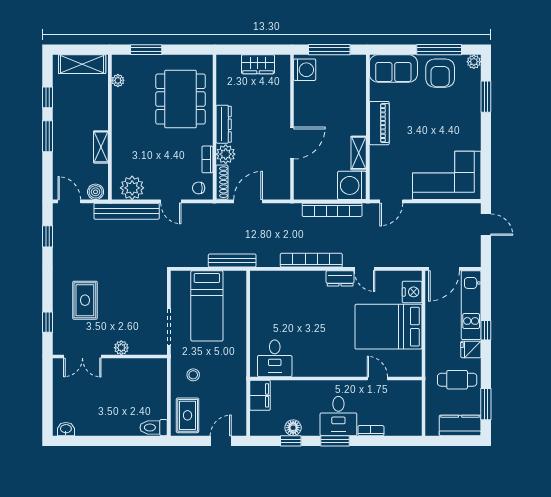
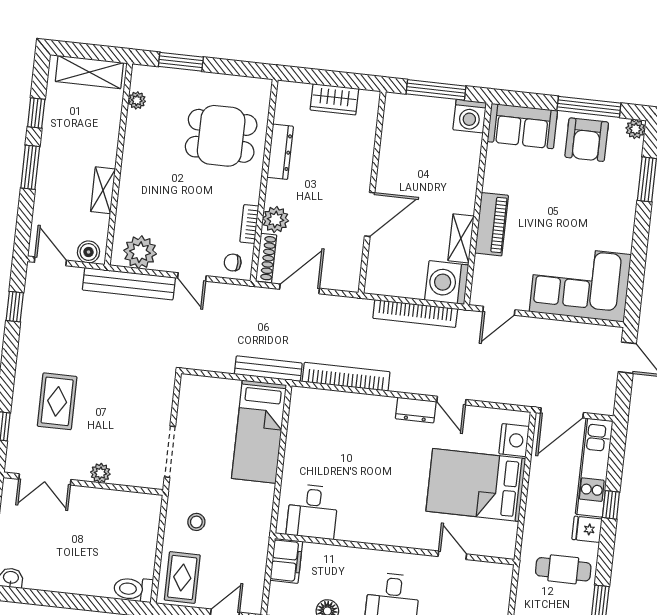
washing machine: (305, 70) -> (470, 116), moved, turned 90
dining table: (181, 99) -> (221, 136), width x0.73
piano: (379, 123) -> (492, 224), moved
dresser: (224, 124) -> (280, 152), moved
bookcase: (311, 260) -> (346, 377), moved
bed: (207, 306) -> (259, 432), moved

